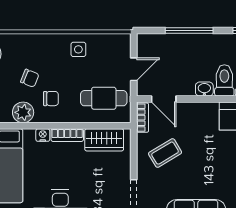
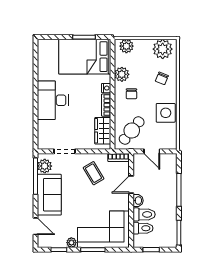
side table: (78, 49) -> (166, 113), width x1.87, depth x1.87
chair: (30, 78) -> (162, 78), moved
cafe table: (104, 98) -> (132, 131), turned 39
door: (164, 99) -> (131, 184), moved

